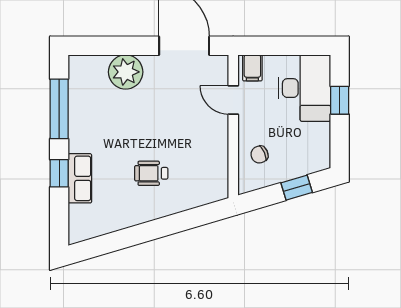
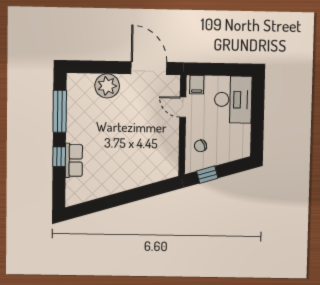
window: (340, 100) -> (258, 109), removed
wheelchair: (151, 173) -> (124, 158), removed
window: (297, 188) -> (207, 175), moved

